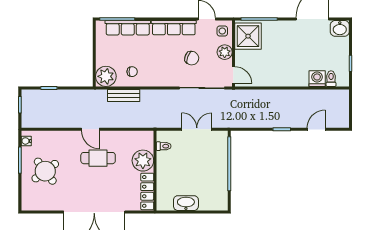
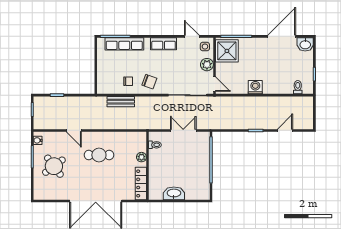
row of seats: (174, 28) -> (164, 44), width x0.68
chair: (192, 58) -> (149, 82), moved
plant: (106, 76) -> (106, 85), removed
washing machine: (317, 79) -> (255, 87), moved
door: (90, 129) -> (74, 130), moved
plant: (143, 161) -> (141, 157), width x0.53, depth x0.53

